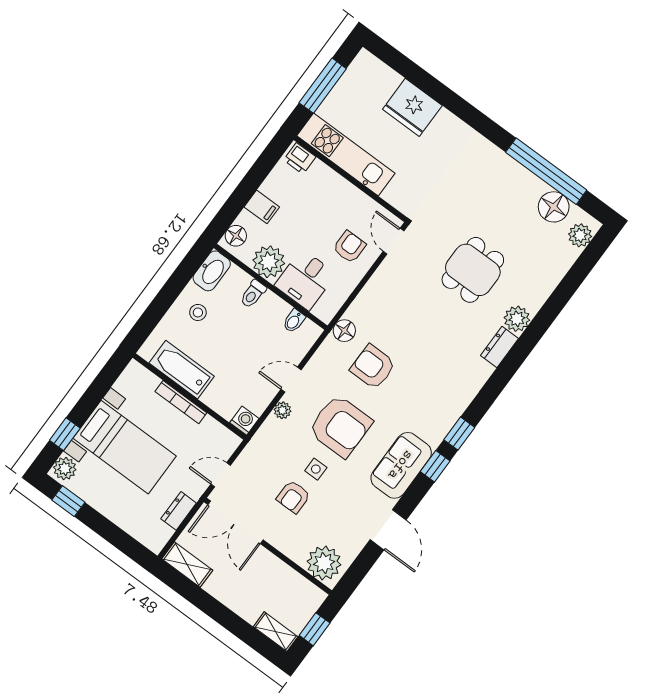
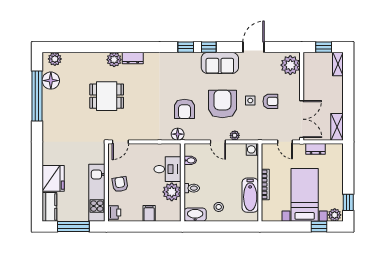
kitchen counter: (376, 72) -> (49, 207), added
floor lamp: (236, 236) -> (171, 216), removed
armchair: (349, 247) -> (120, 184), moved, turned 81

